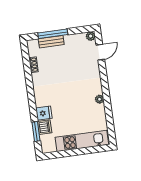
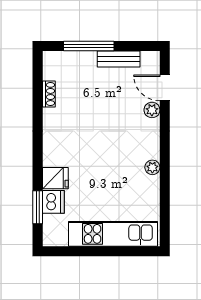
plant: (91, 36) -> (152, 110), moved
bench: (51, 42) -> (119, 59), moved
door: (100, 52) -> (165, 88), swing flipped

